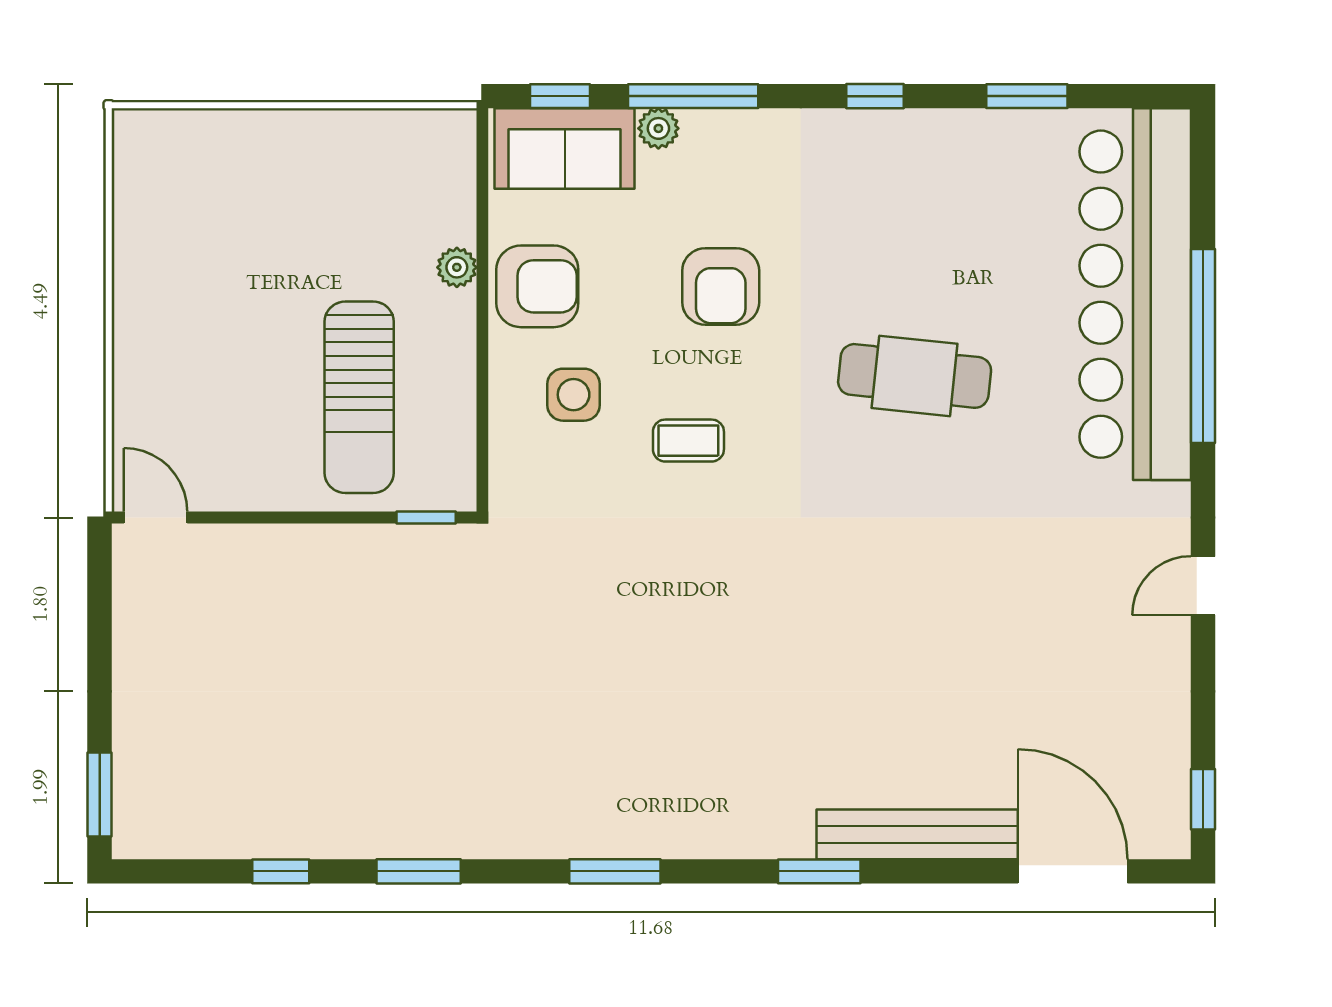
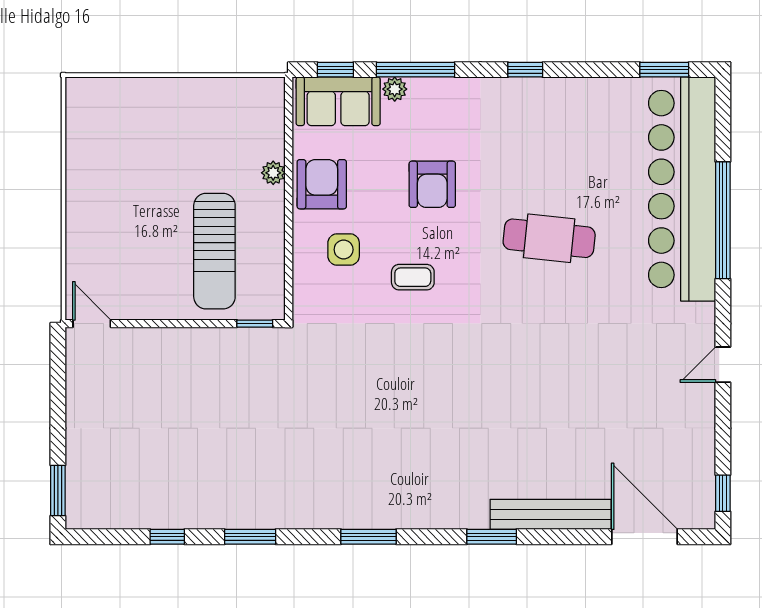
window: (1027, 96) -> (664, 70), moved
armchair: (537, 286) -> (322, 184), turned -90

